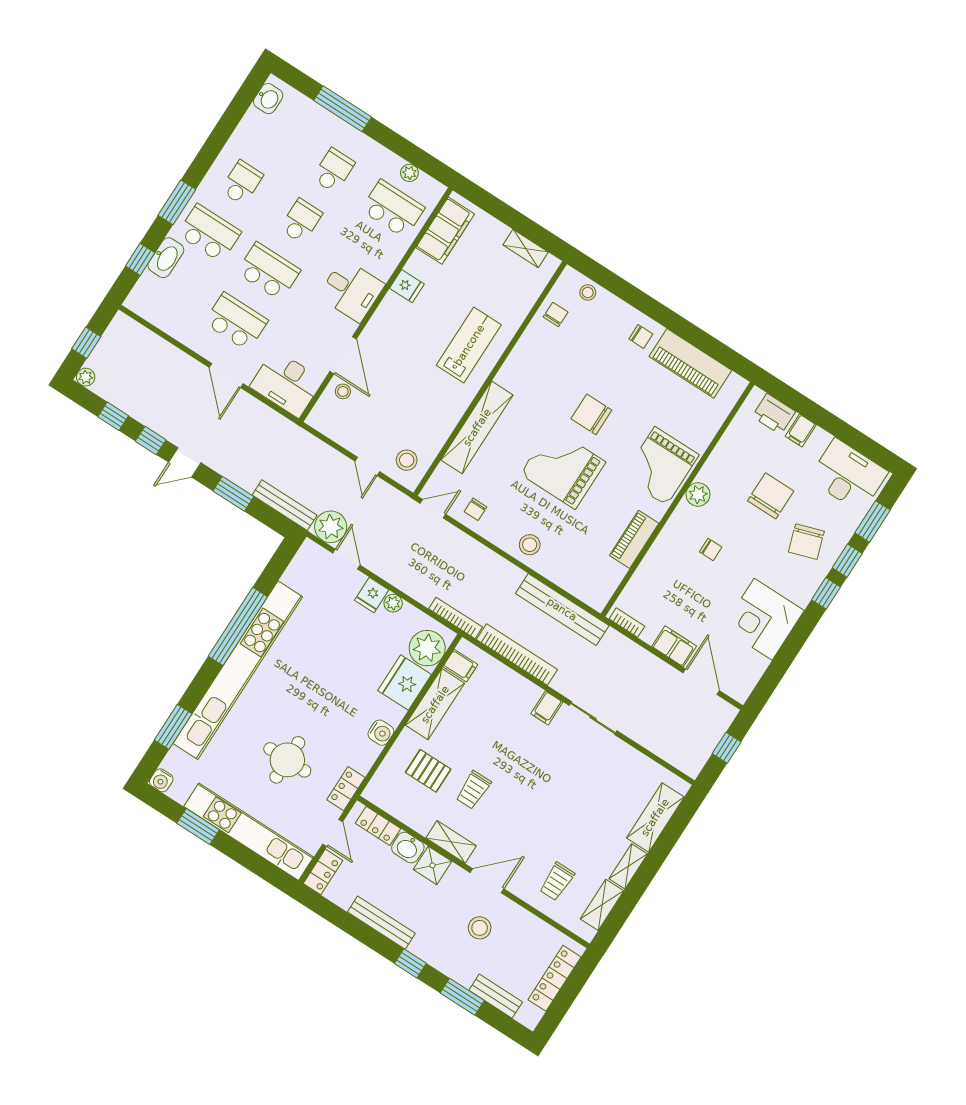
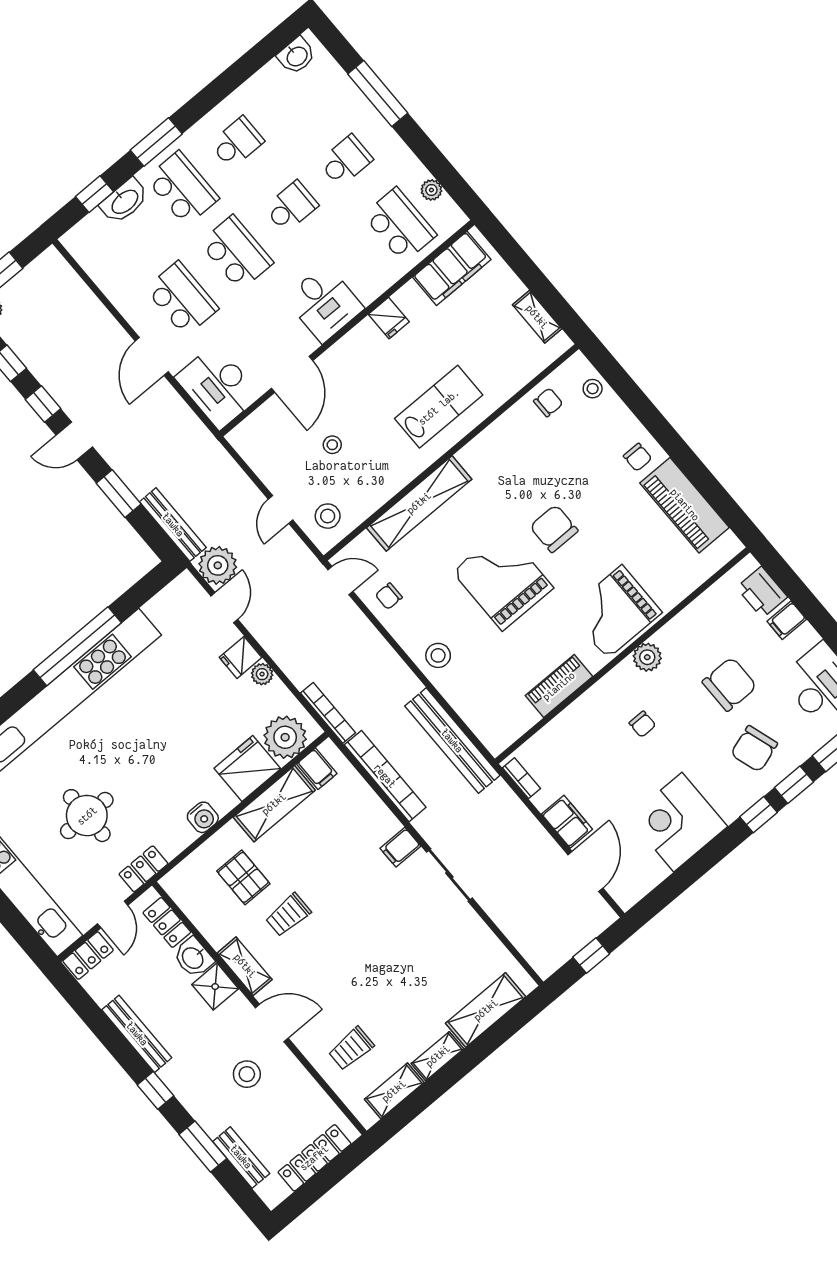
stool: (343, 391) -> (332, 445), moved

